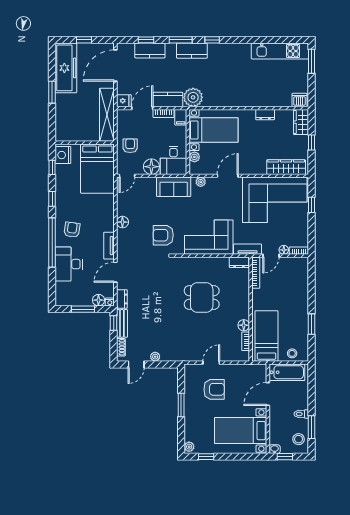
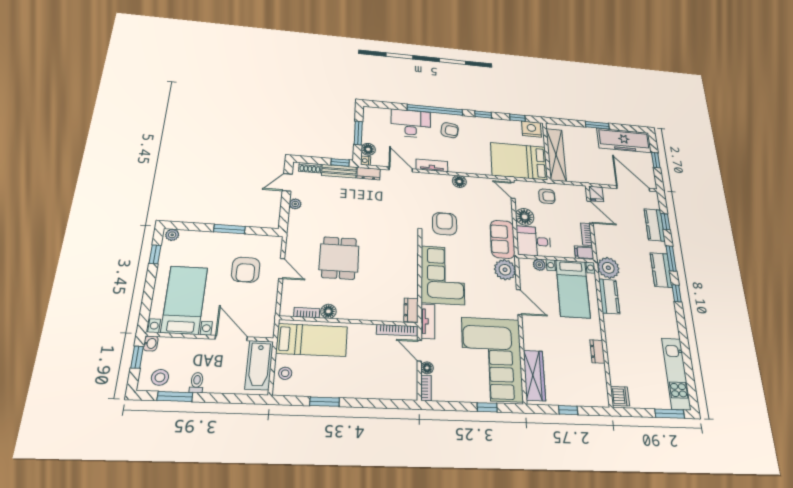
kitchen counter: (168, 100) -> (609, 296), moved
shelving: (107, 115) -> (556, 155), moved, turned 90
wardrobe: (301, 122) -> (593, 397), removed
plant: (201, 182) -> (505, 270), width x1.88, depth x1.88
dining table: (202, 298) -> (339, 258), moved
door: (136, 364) -> (287, 182), hinge flipped

